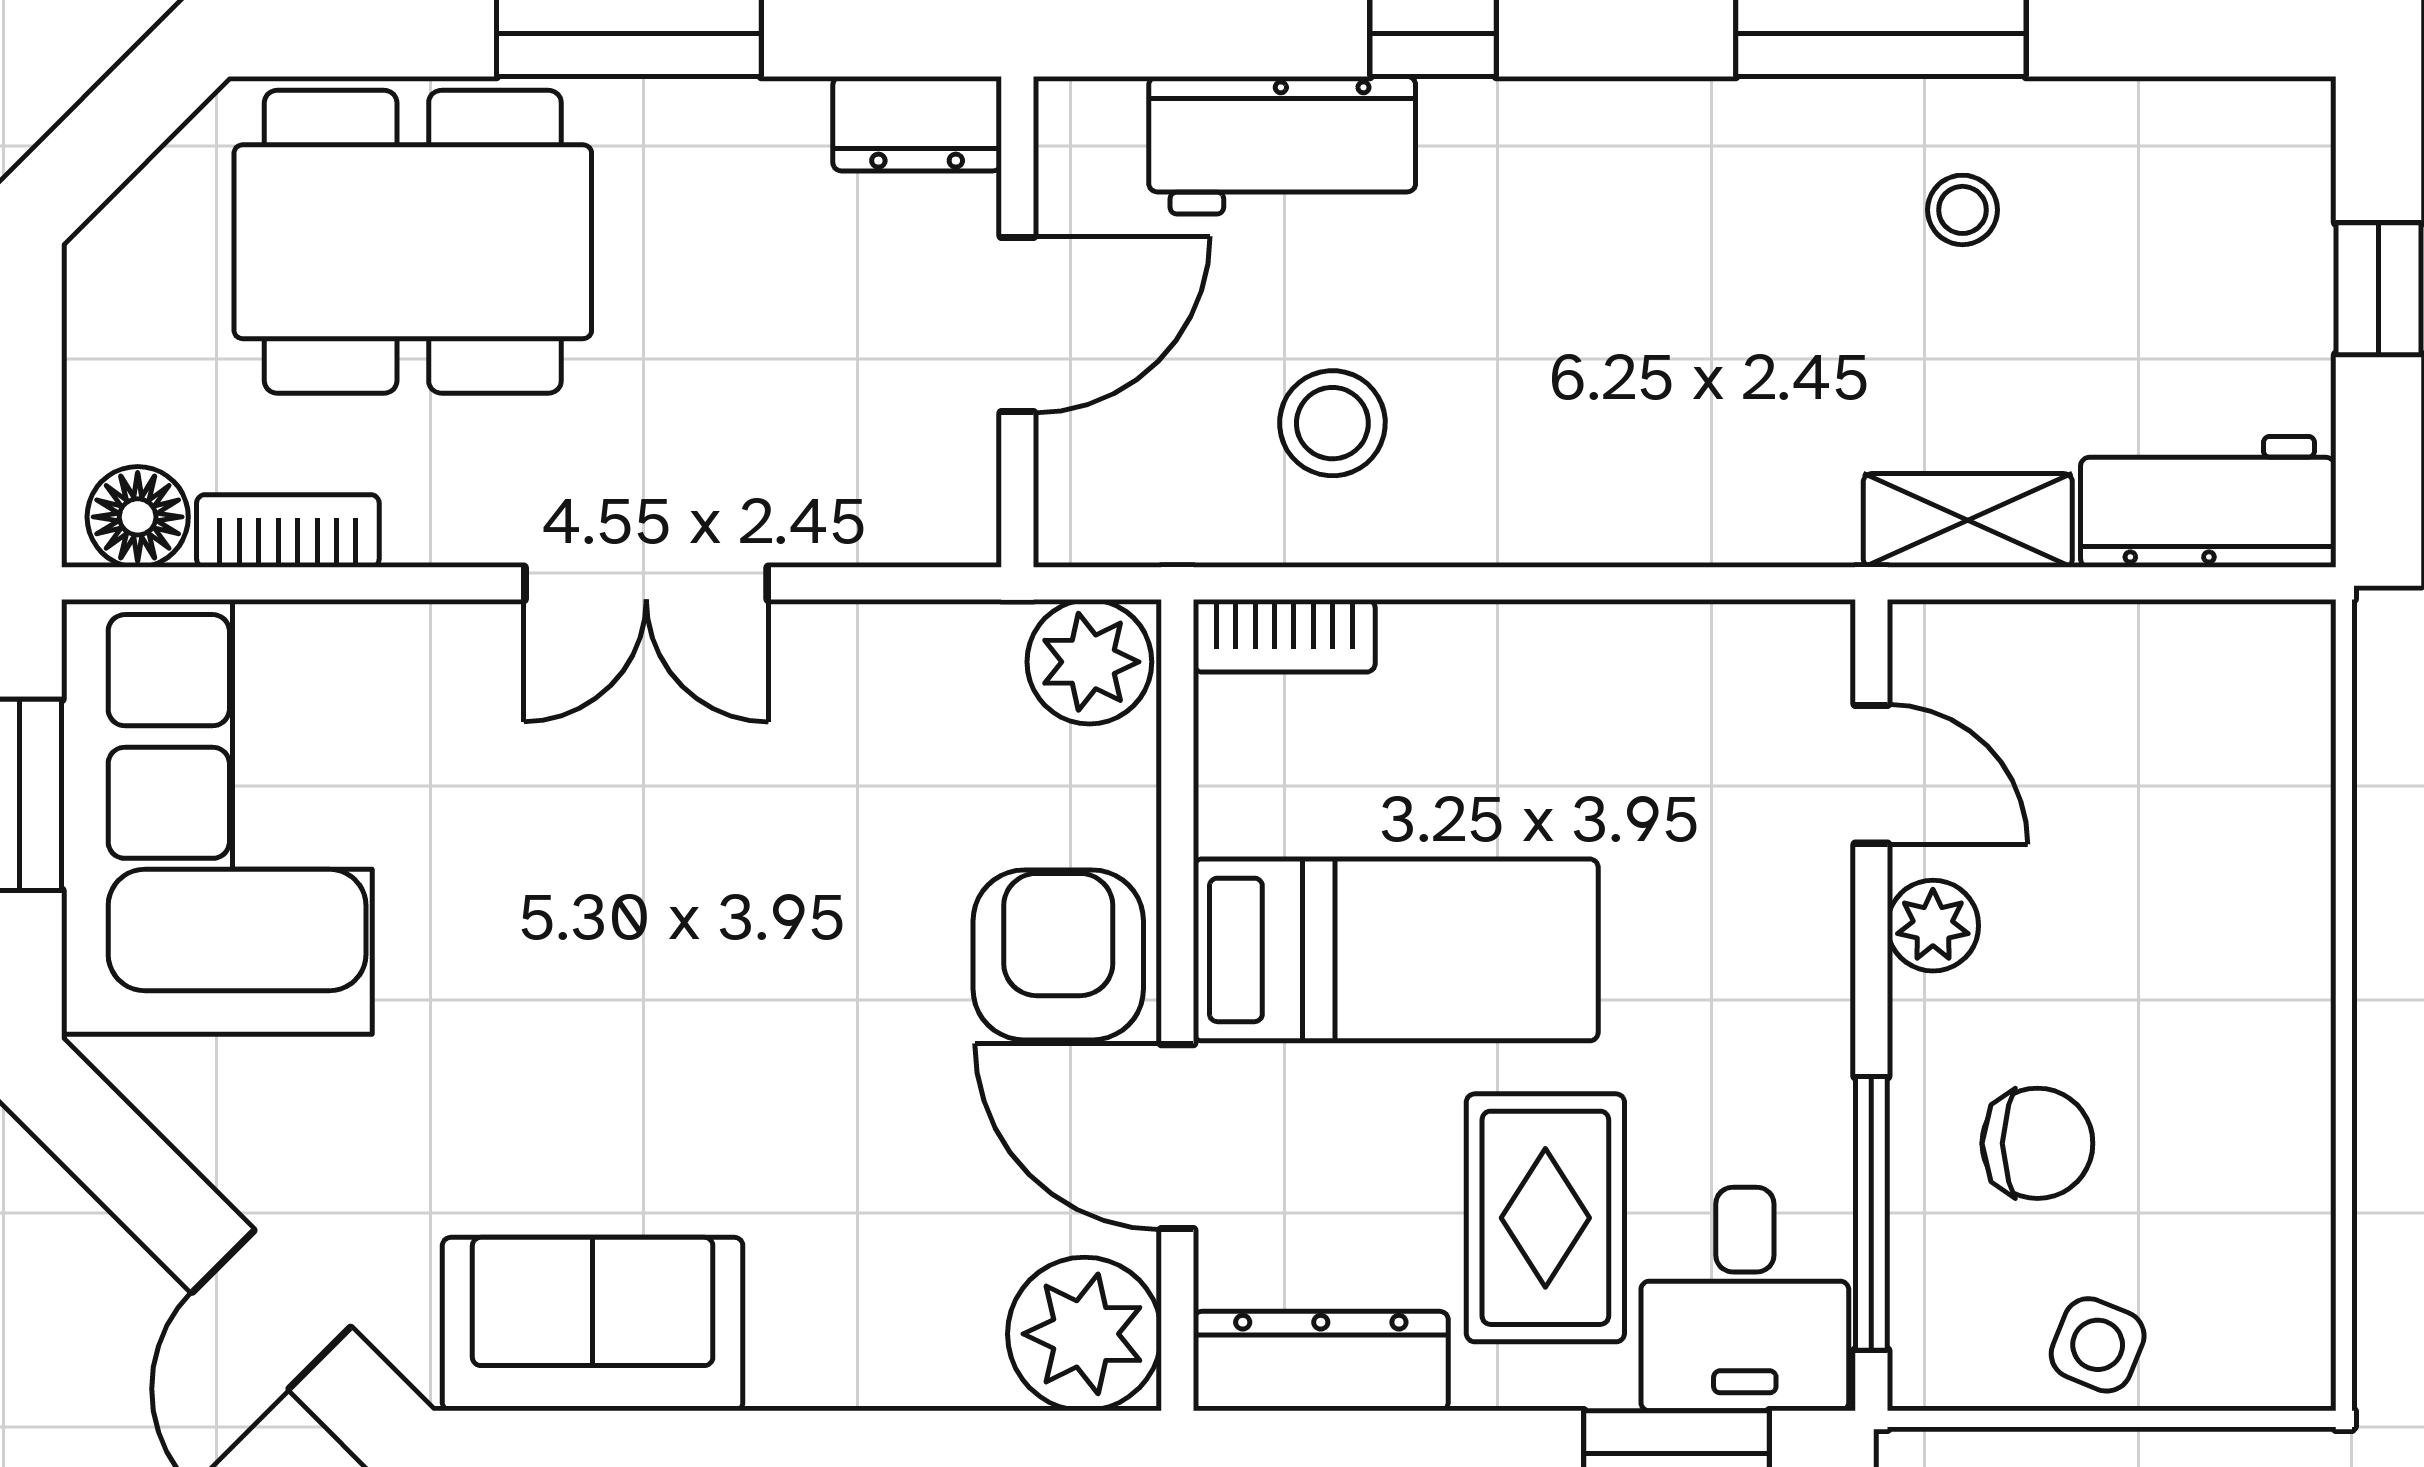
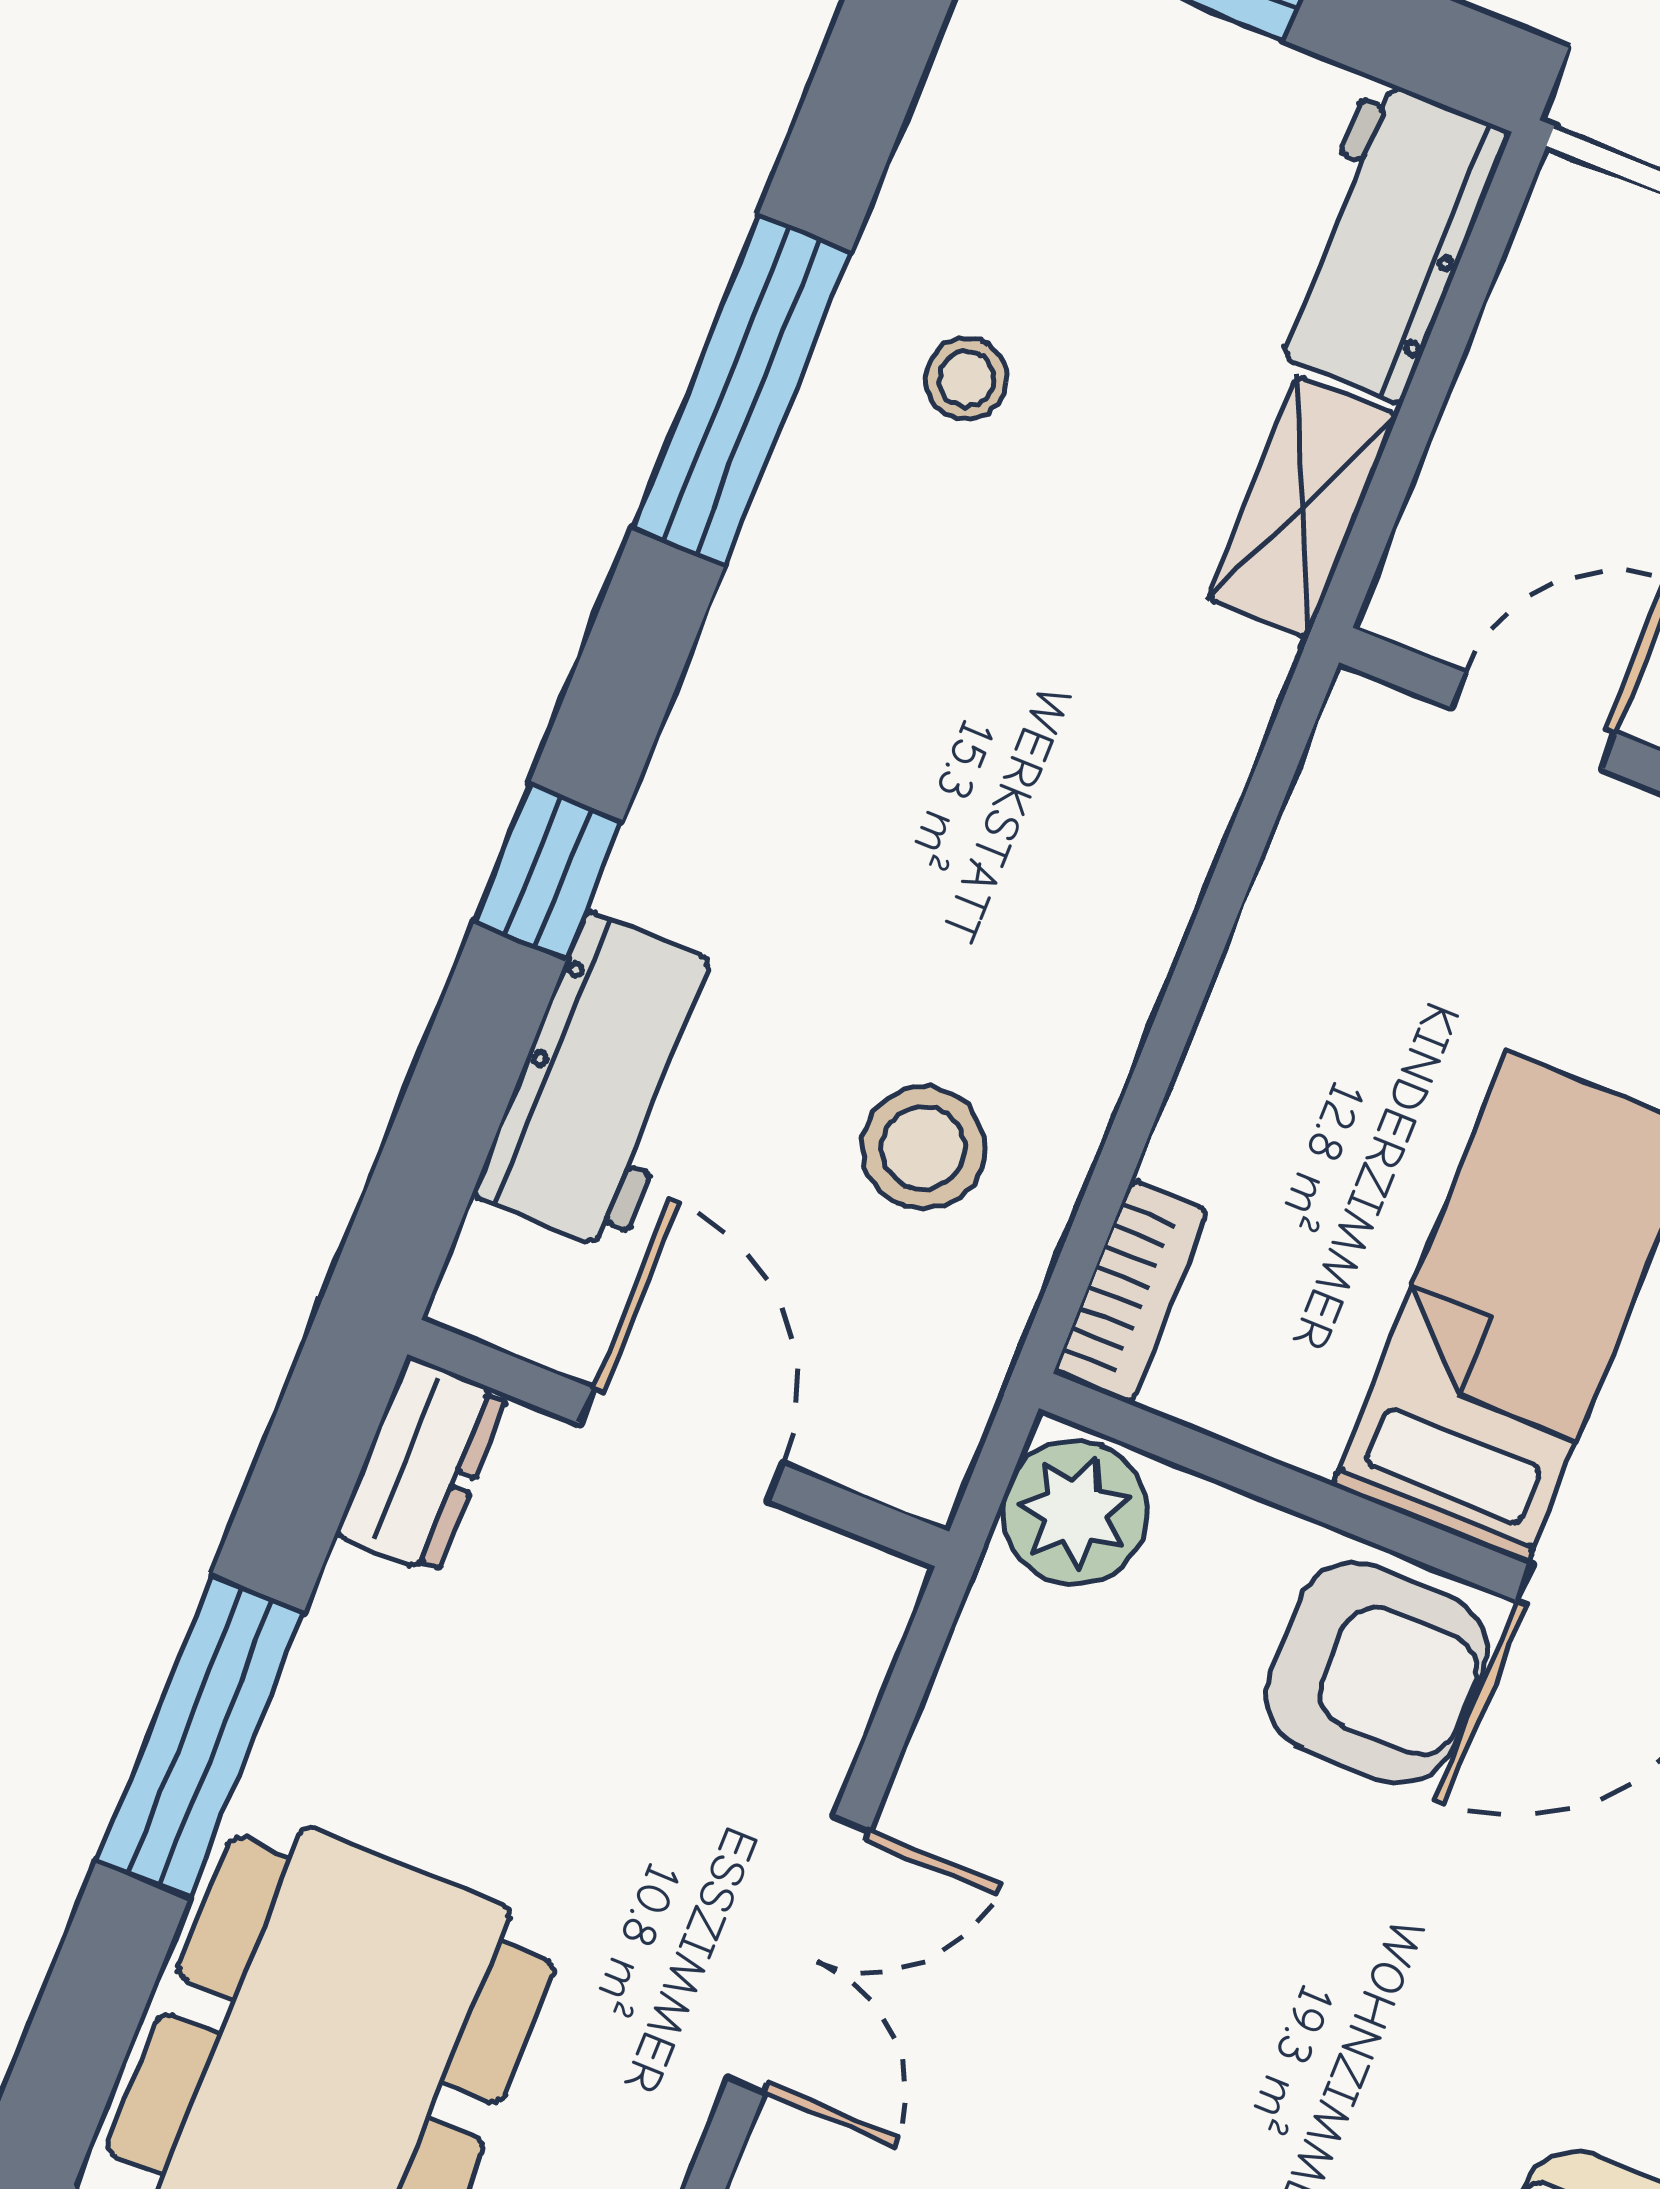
armchair: (1058, 955) -> (1376, 1672), turned 180

